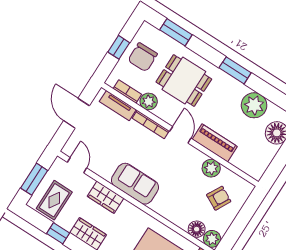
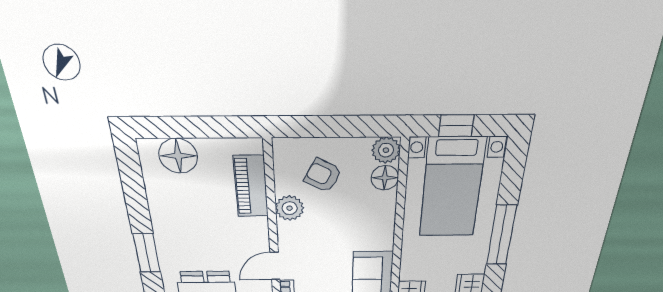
plant: (254, 105) -> (168, 206), removed
piano: (215, 143) -> (251, 186), moved

